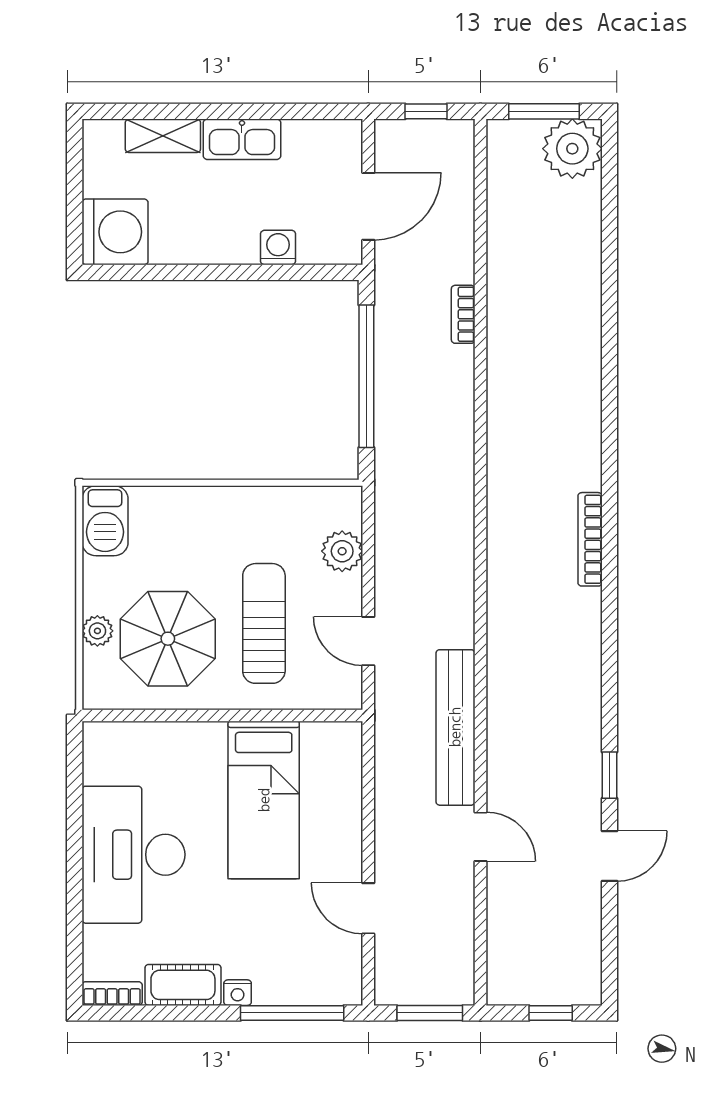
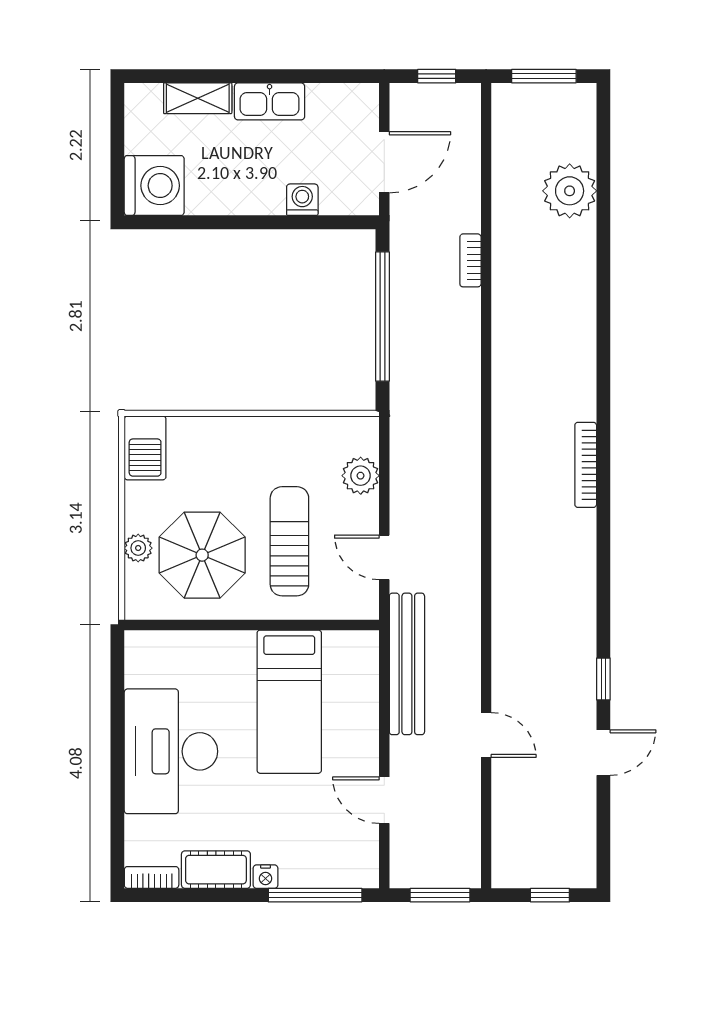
plant: (572, 149) -> (570, 191), moved
bench: (455, 727) -> (407, 664), moved

